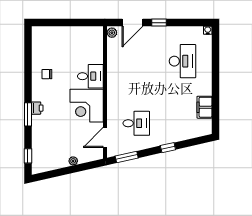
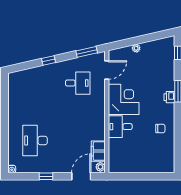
window: (159, 23) -> (46, 176), moved
filing cabinet: (205, 107) -> (98, 151), moved, turned 180
desk: (136, 123) -> (78, 83), turned 180

